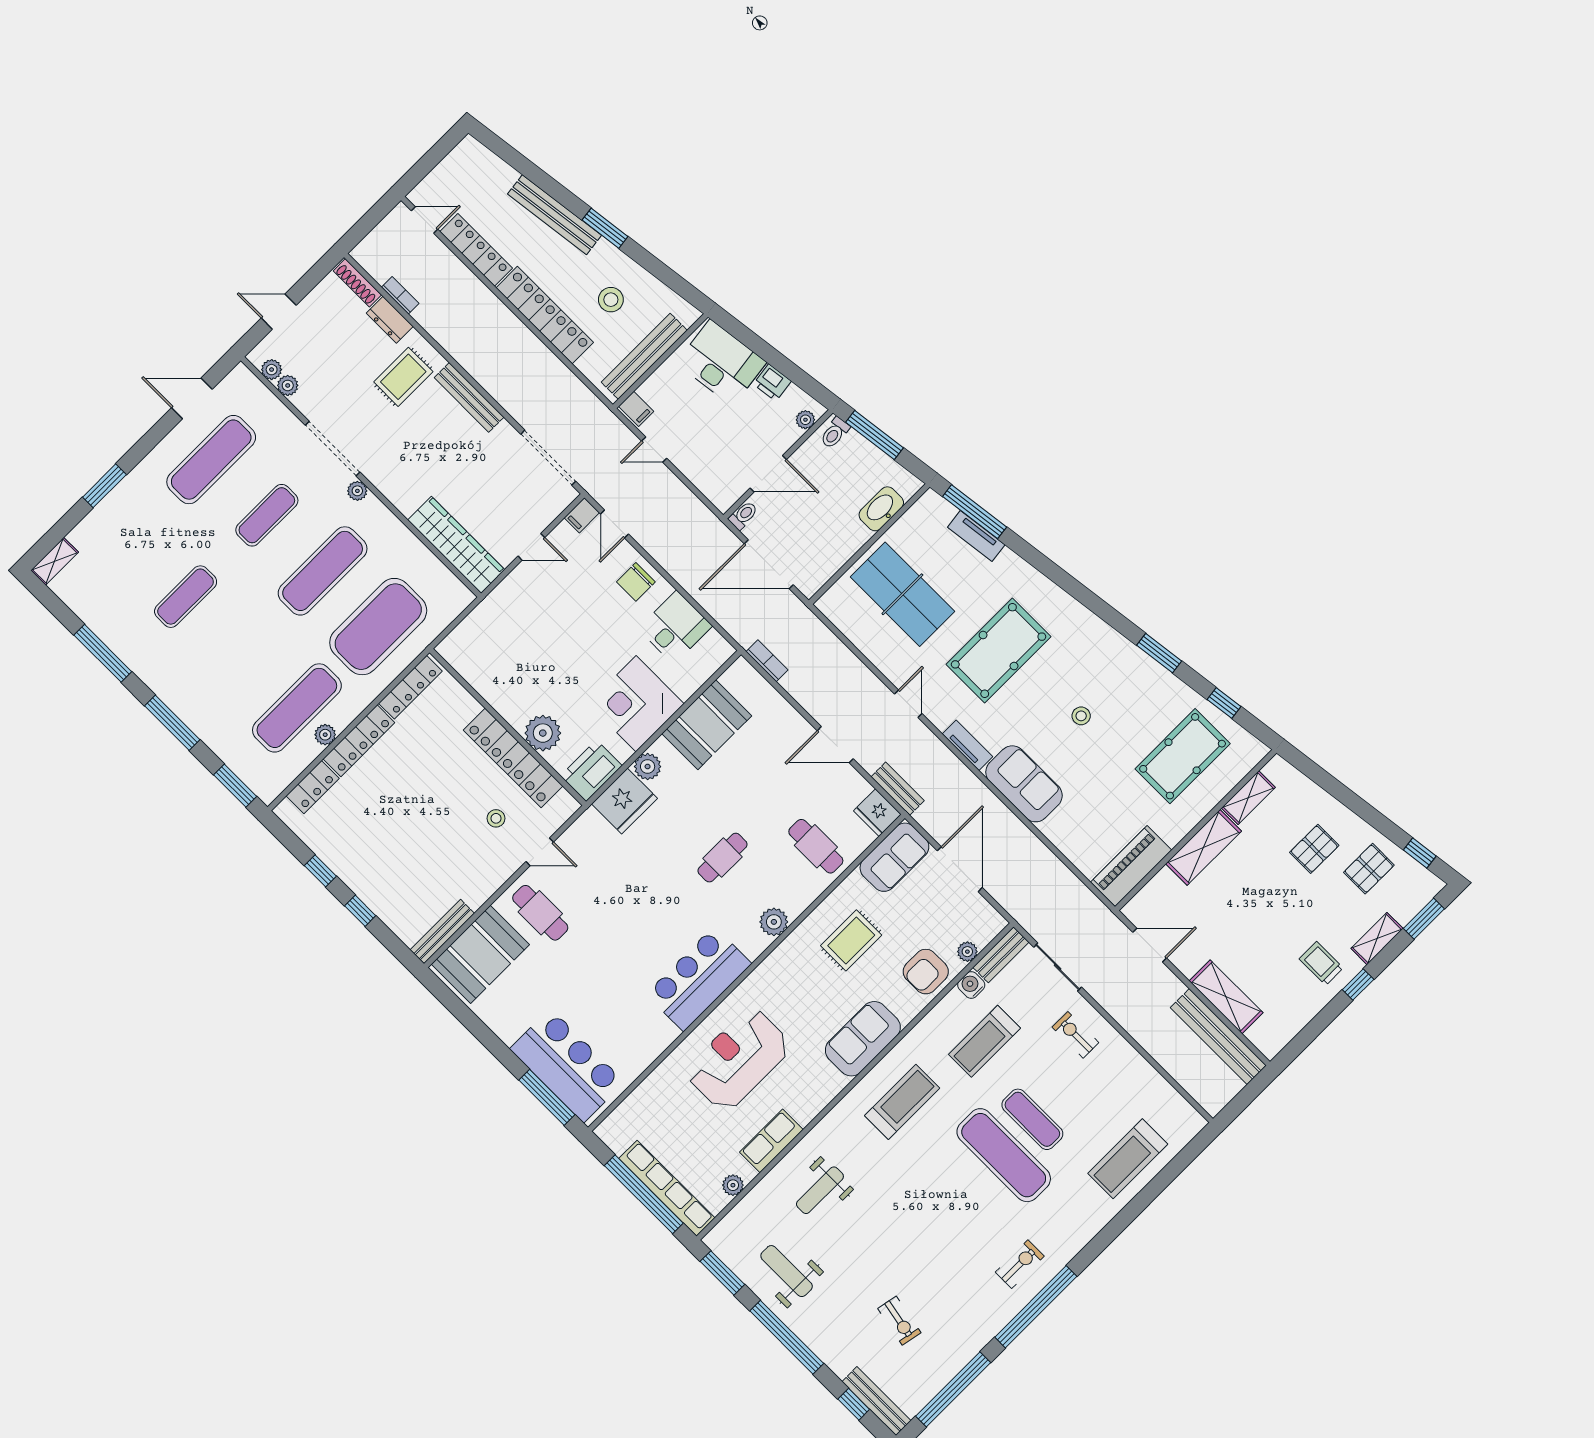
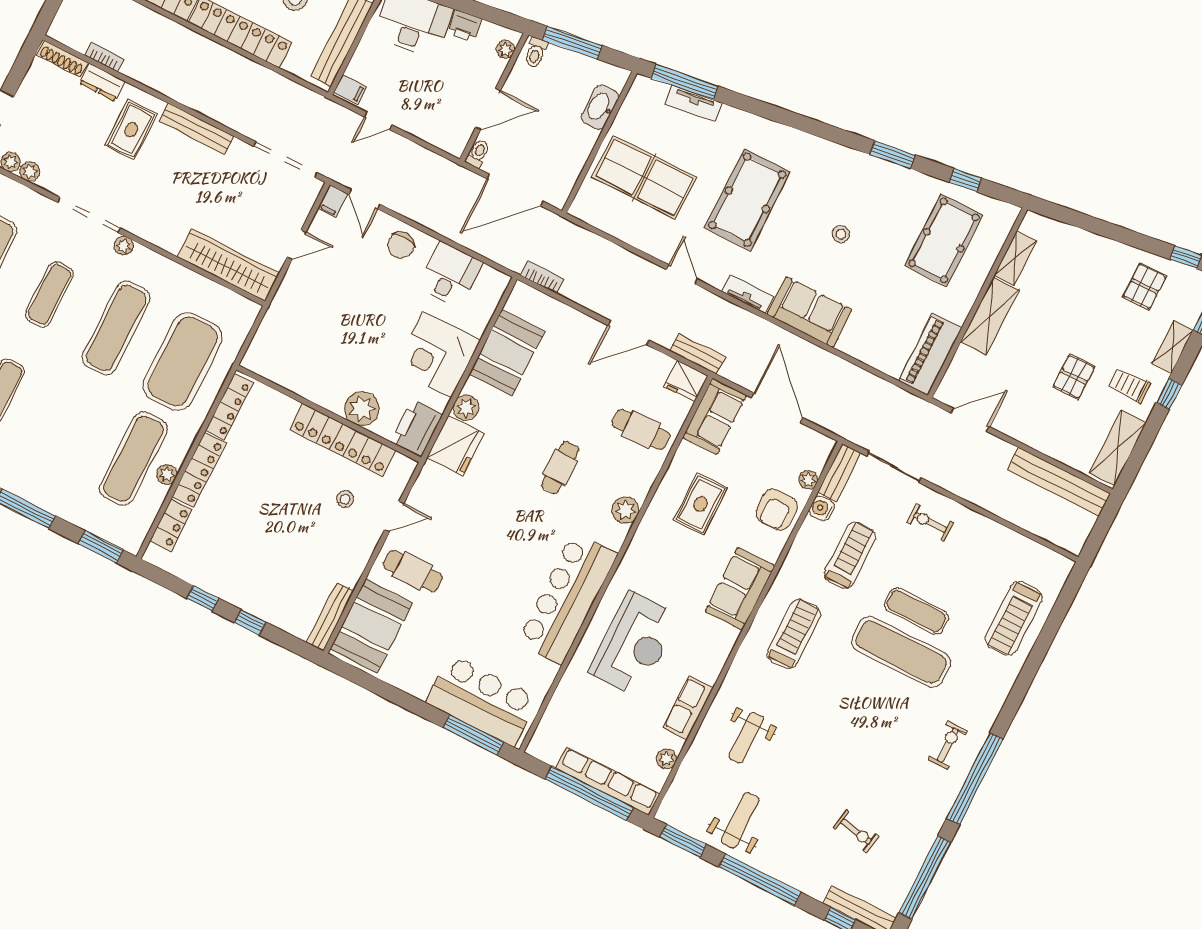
pallet: (1314, 849) -> (1074, 377), moved
bar counter: (699, 979) -> (567, 598), width x1.36
shelving: (1226, 997) -> (1118, 448), moved, turned 90
treadmill: (984, 1041) -> (850, 555), turned 180
reception desk: (738, 1059) -> (634, 644), turned 180
weight bench: (787, 1271) -> (740, 820), turned 90

